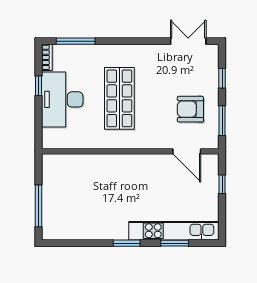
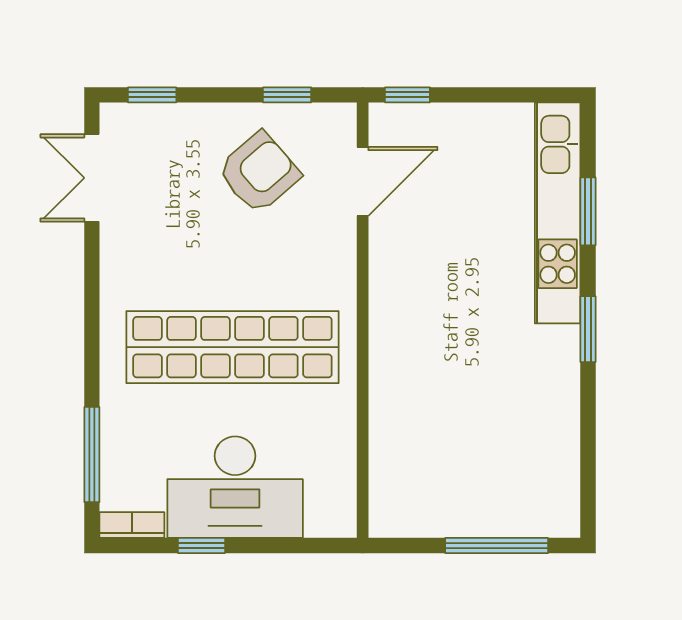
window: (222, 78) -> (152, 95), moved
shop shelf: (119, 98) -> (232, 347), width x1.40
armchair: (190, 109) -> (259, 173), turned -131
window: (222, 121) -> (287, 95), width x0.67
window: (222, 184) -> (407, 95), moved

